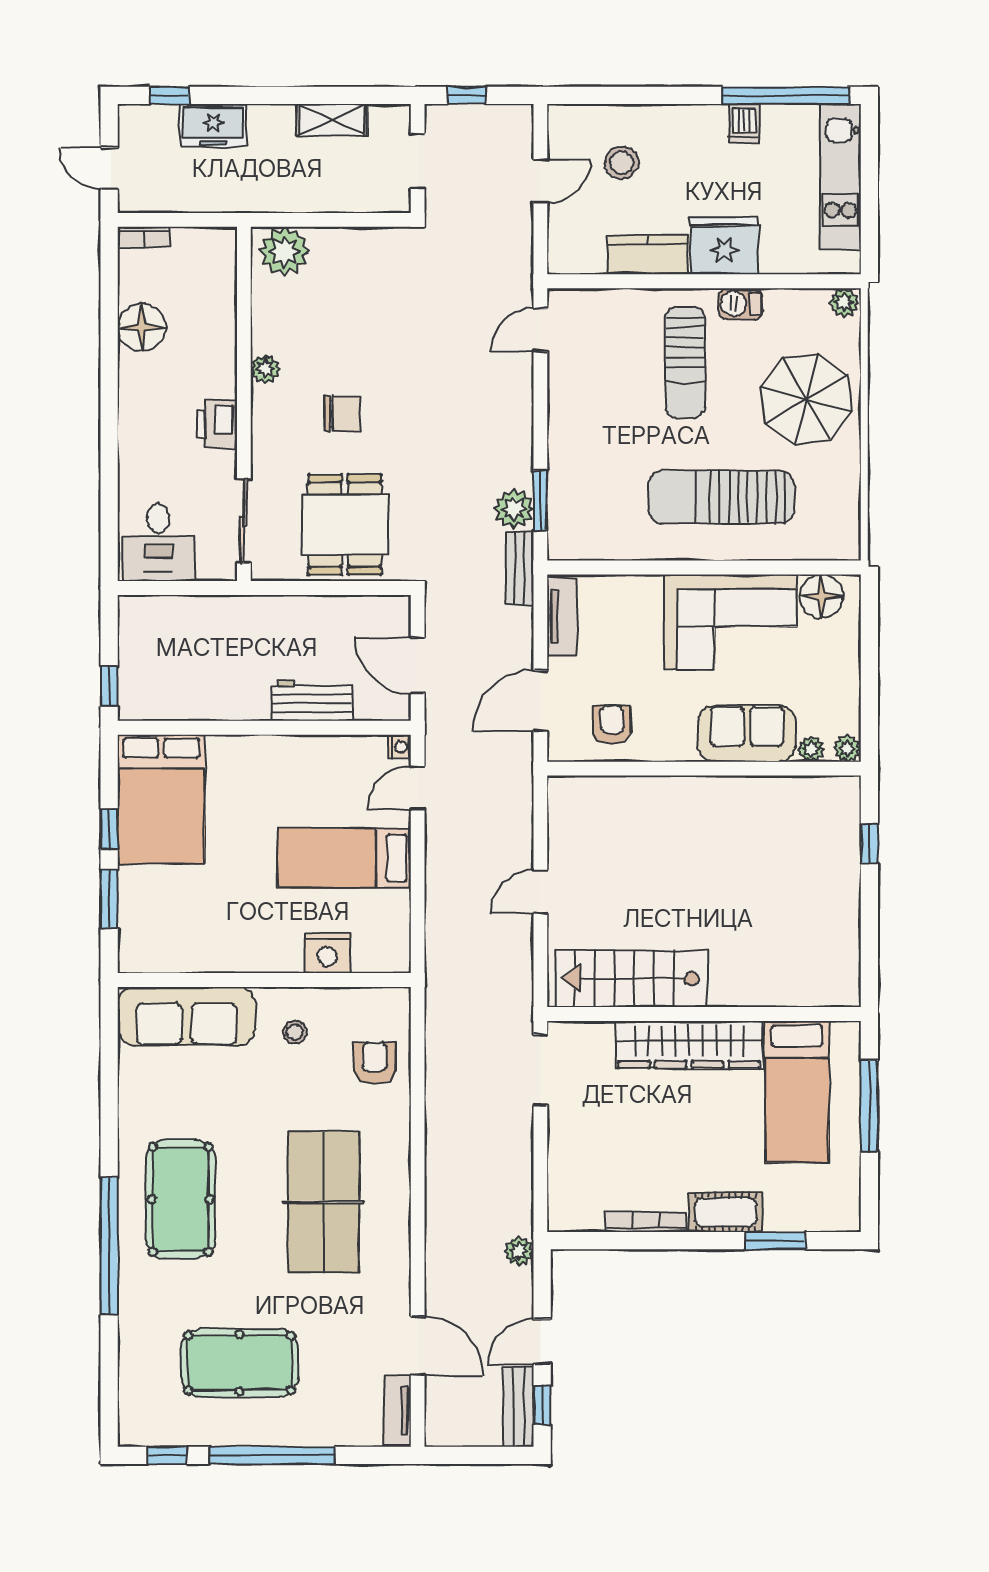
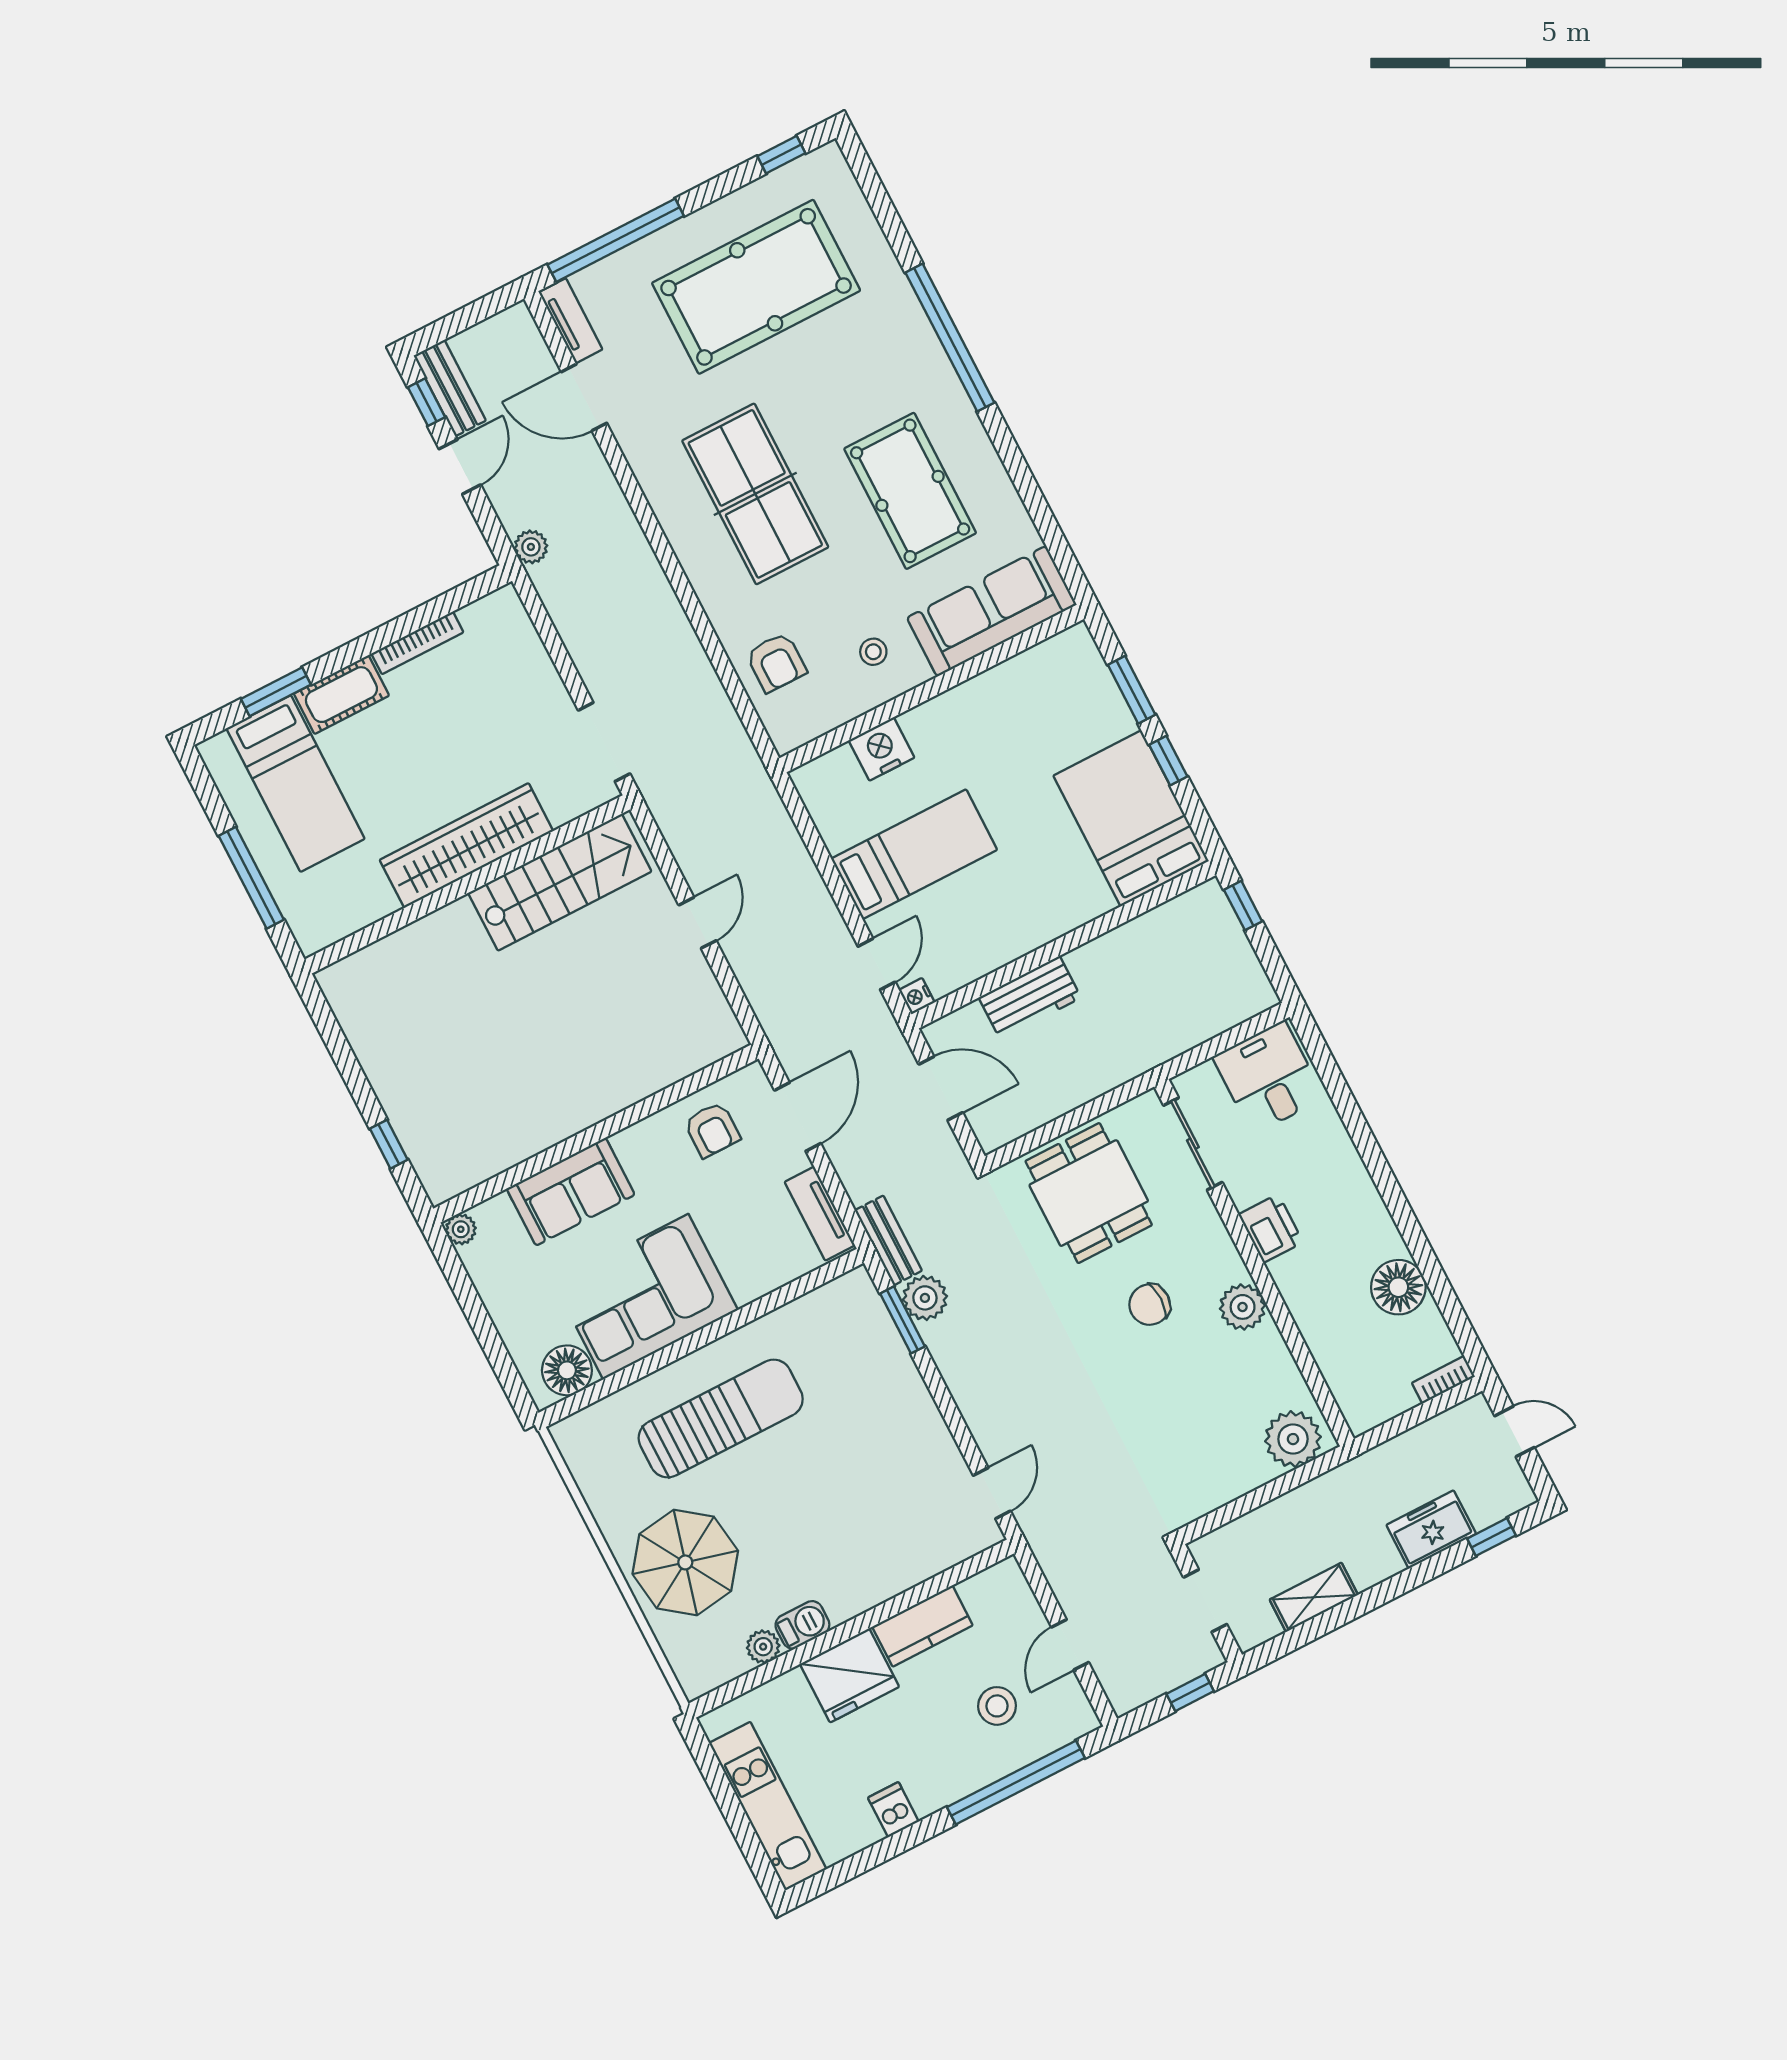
window: (785, 95) -> (1016, 1782), moved
plant: (844, 303) -> (763, 1647), moved
sun lounger: (685, 362) -> (828, 1536), removed
plant: (265, 369) -> (1243, 1307), width x1.38, depth x1.38
plant: (811, 749) -> (497, 1210), removed
bed: (797, 1092) -> (296, 784), moved, turned 180
pool table: (181, 1199) -> (910, 491), moved
pool table: (239, 1363) -> (756, 287), width x1.36, depth x1.32
window: (272, 1455) -> (616, 240), moved

